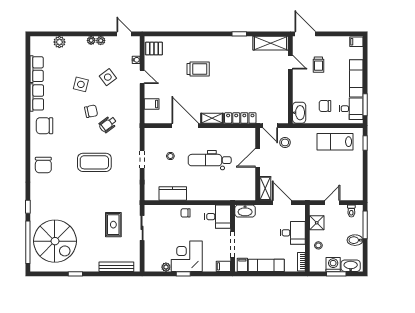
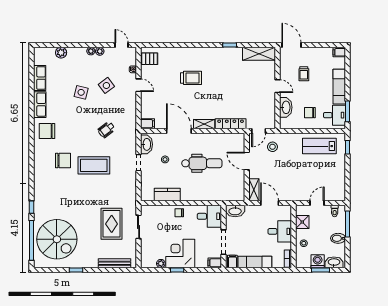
door: (290, 62) -> (278, 86), moved
filing cabinet: (152, 104) -> (147, 124), moved
chair: (91, 111) -> (91, 118), removed
washbasin: (299, 113) -> (286, 107), moved
door: (270, 126) -> (259, 131), hinge flipped
washbasin: (151, 140) -> (146, 144), added
door: (258, 158) -> (247, 161), hinge flipped
dental chair: (210, 160) -> (202, 163), turned 180
chair: (43, 165) -> (63, 160), moved, turned -90
rug: (113, 225) -> (112, 224), width x1.36, depth x1.43

